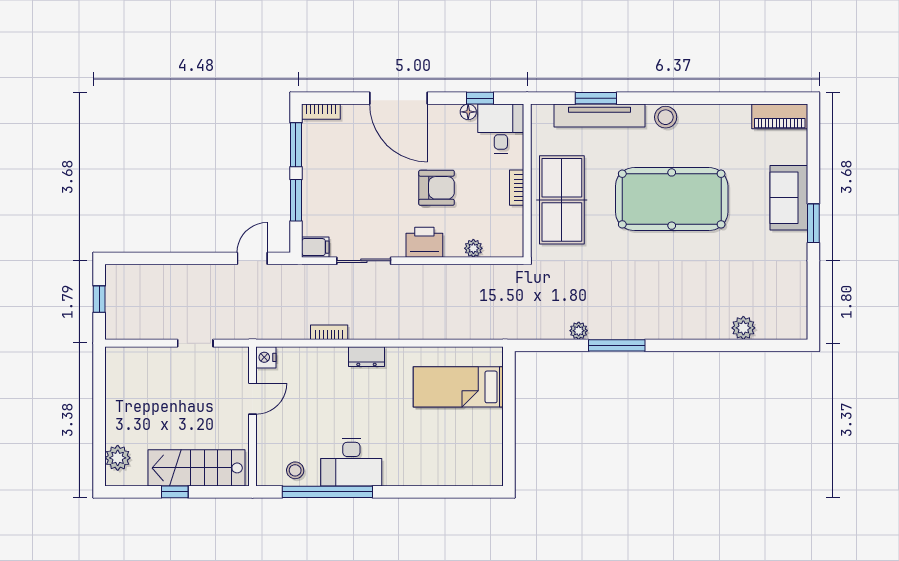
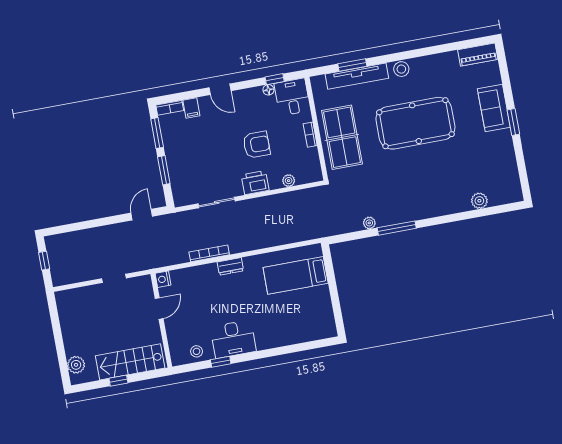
door: (398, 98) -> (220, 89), width x0.53
filing cabinet: (315, 247) -> (191, 108), moved, turned 90
bookcase: (329, 332) -> (209, 253), width x1.56
window: (327, 492) -> (221, 362), width x0.32

